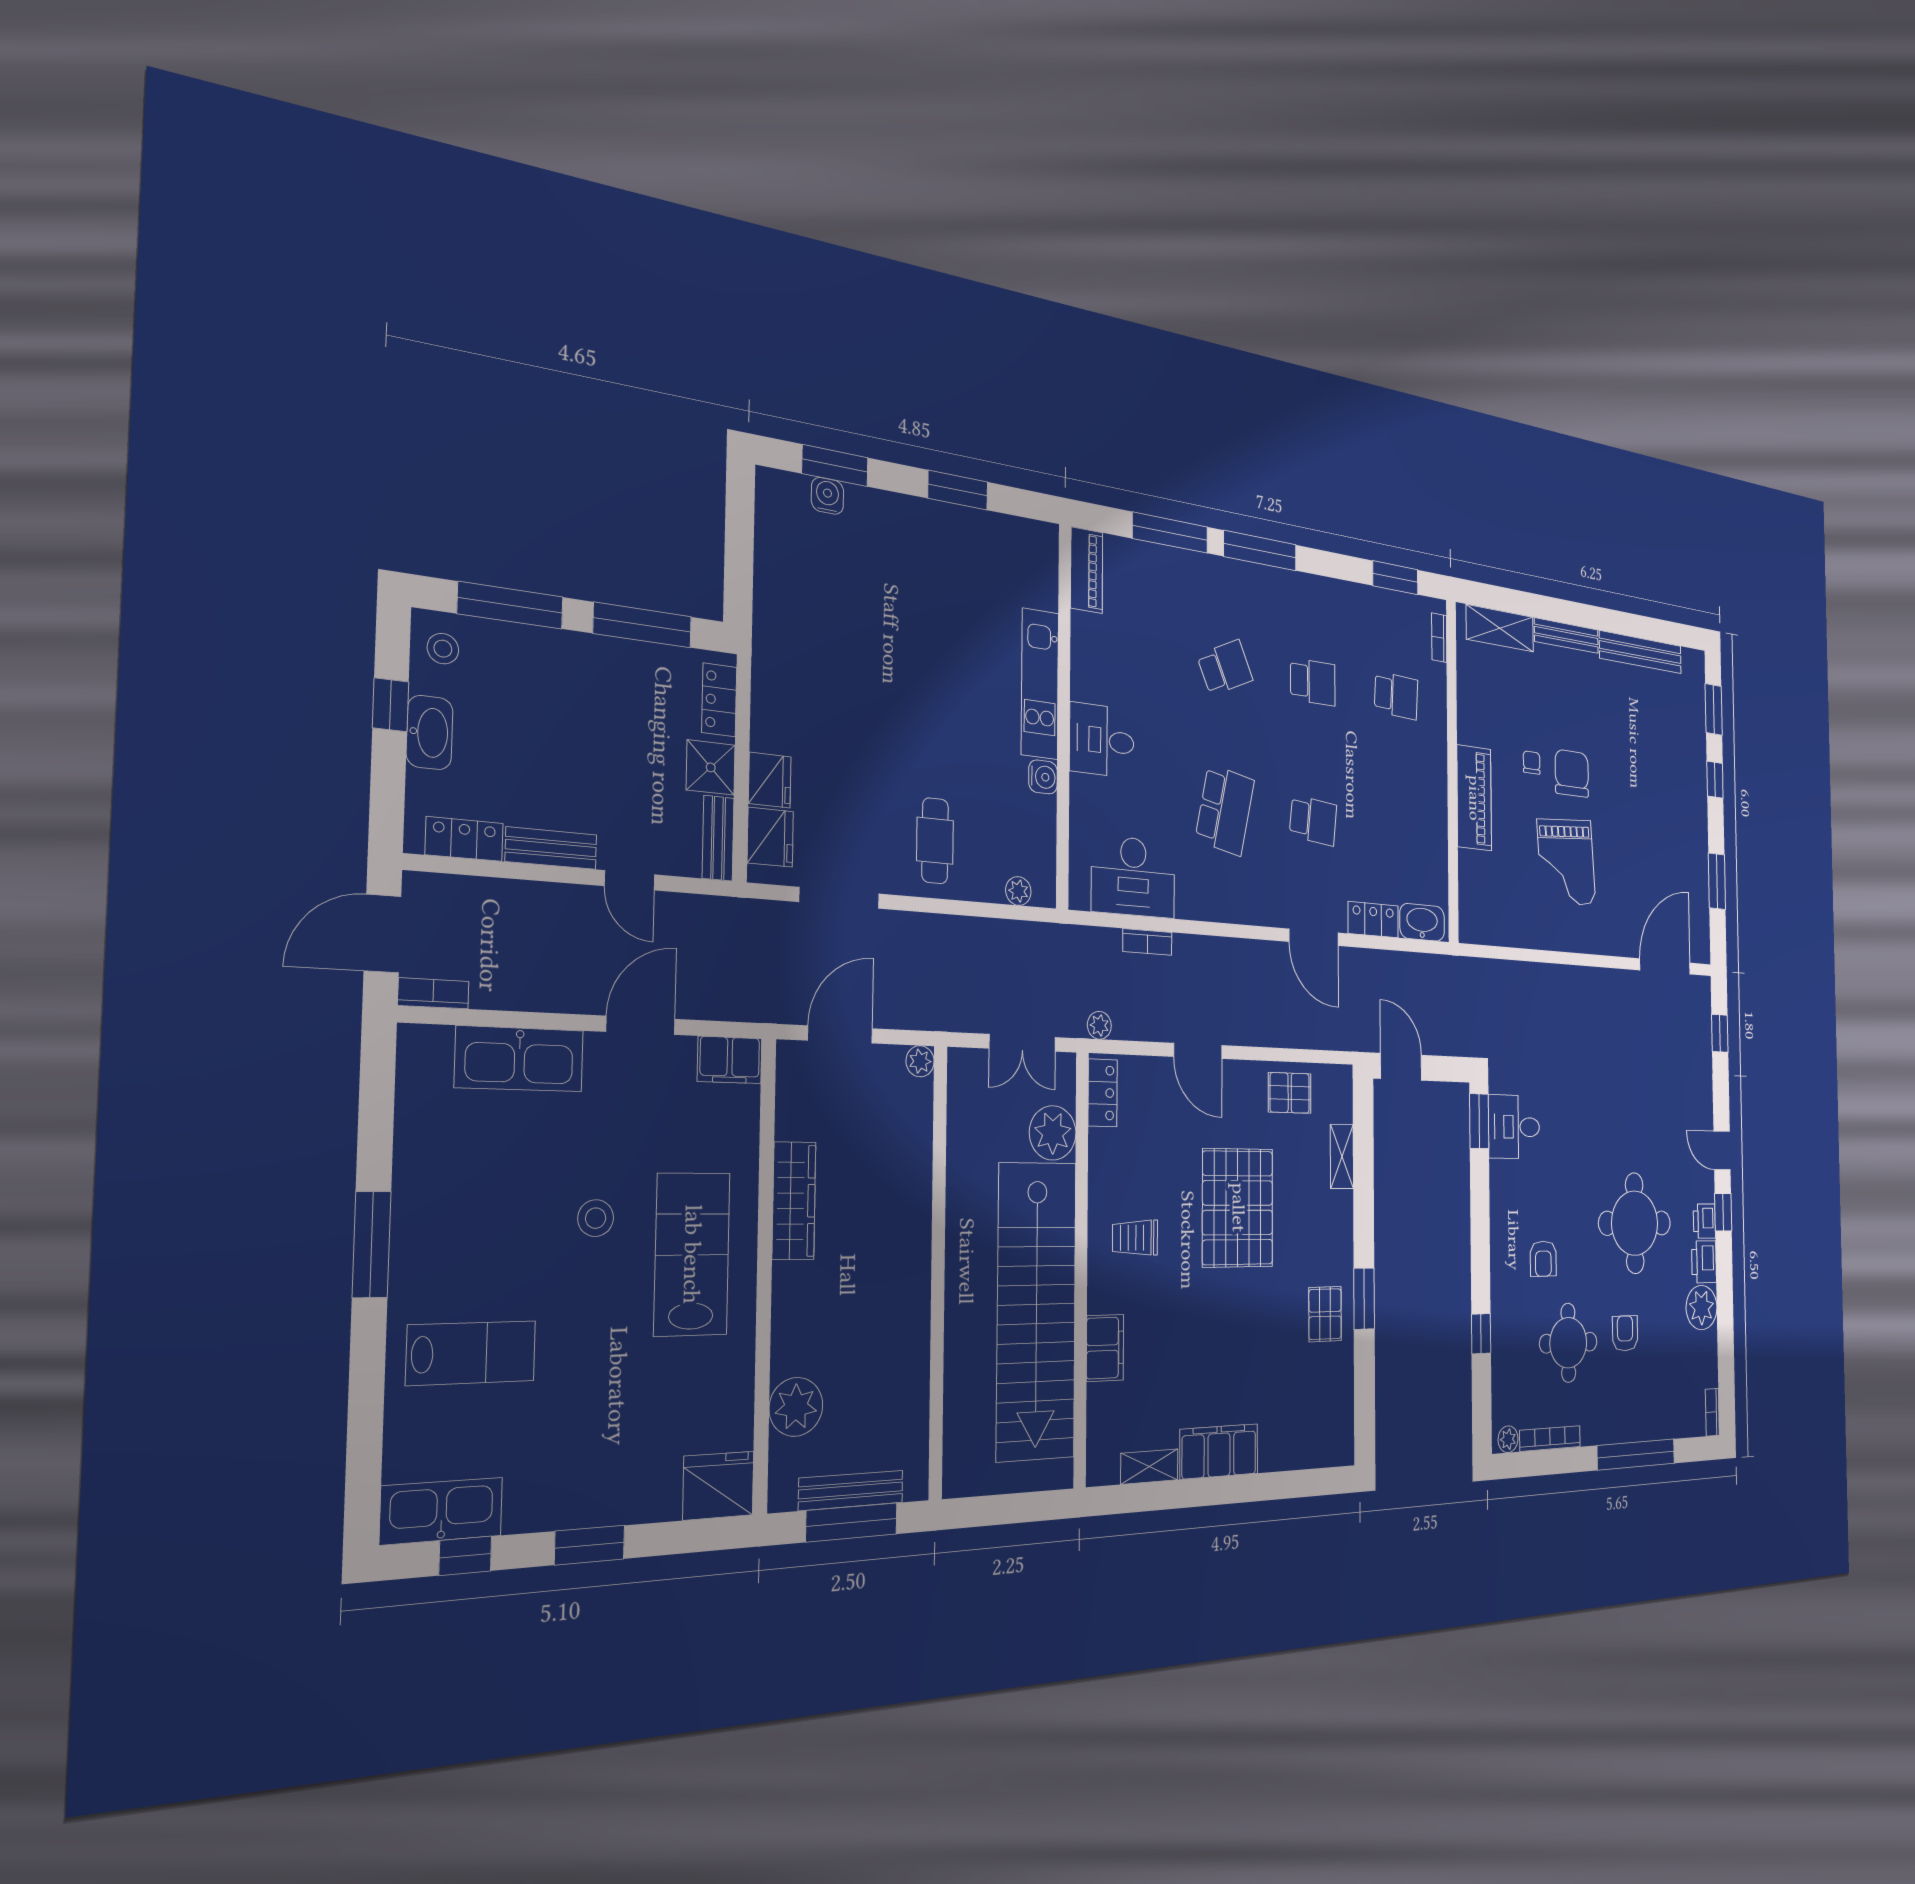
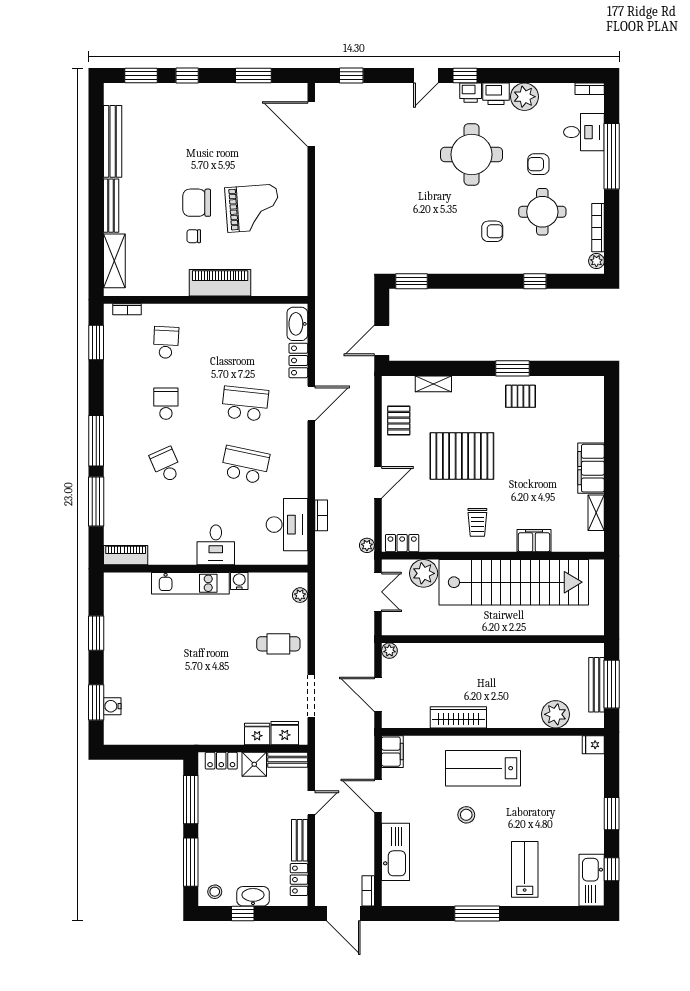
school desk: (1313, 820) -> (245, 404), width x1.85
desk: (1514, 1127) -> (584, 132), moved, turned -90
fridge: (718, 1486) -> (593, 745), width x0.53, depth x0.75

